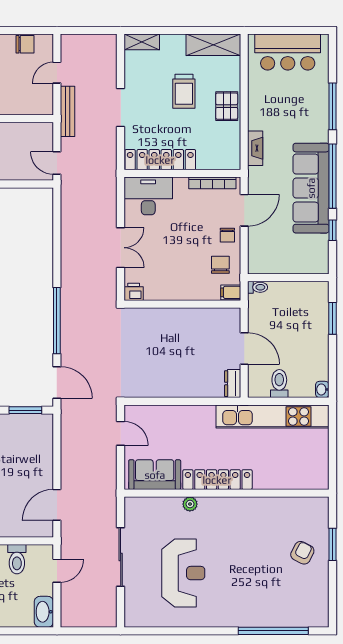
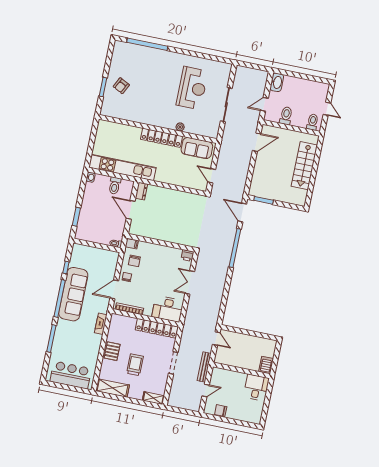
reception desk: (183, 573) -> (192, 88), turned 180

